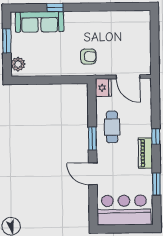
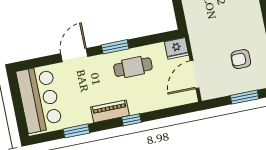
window: (155, 39) -> (244, 97), added
armchair: (88, 57) -> (241, 59), moved, turned 90

